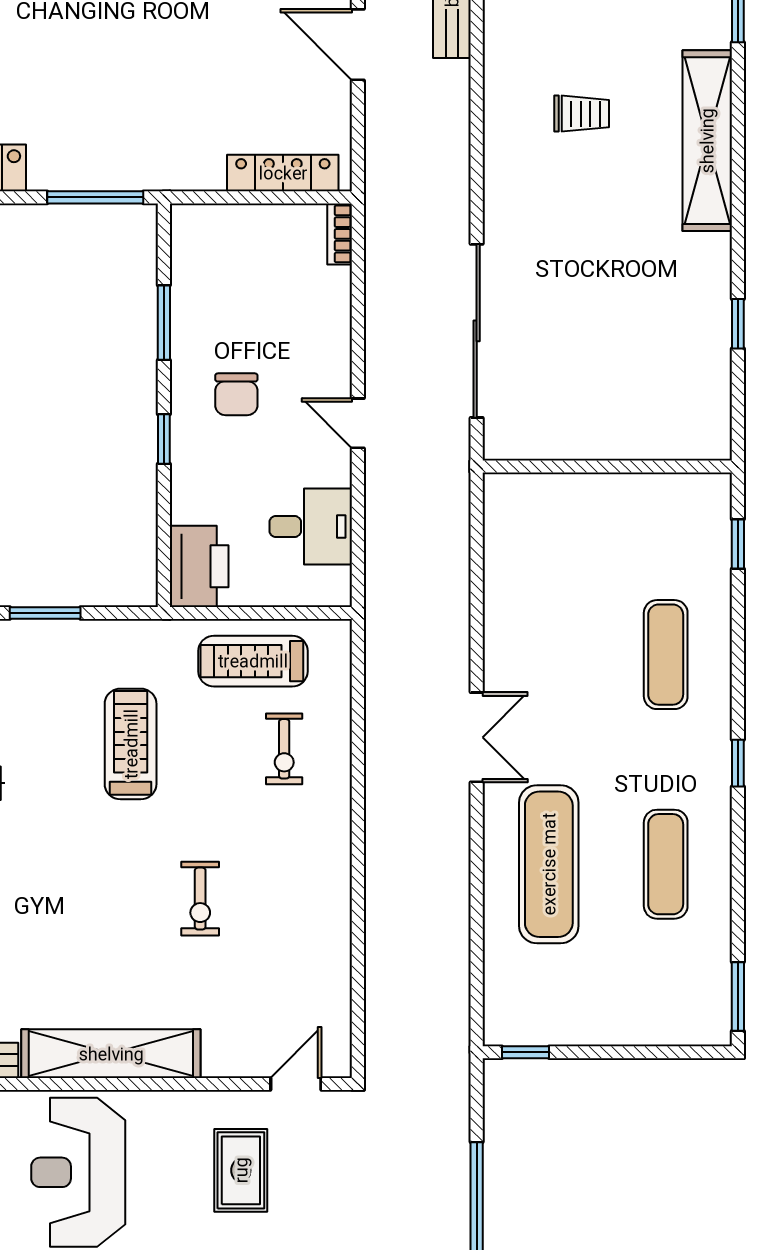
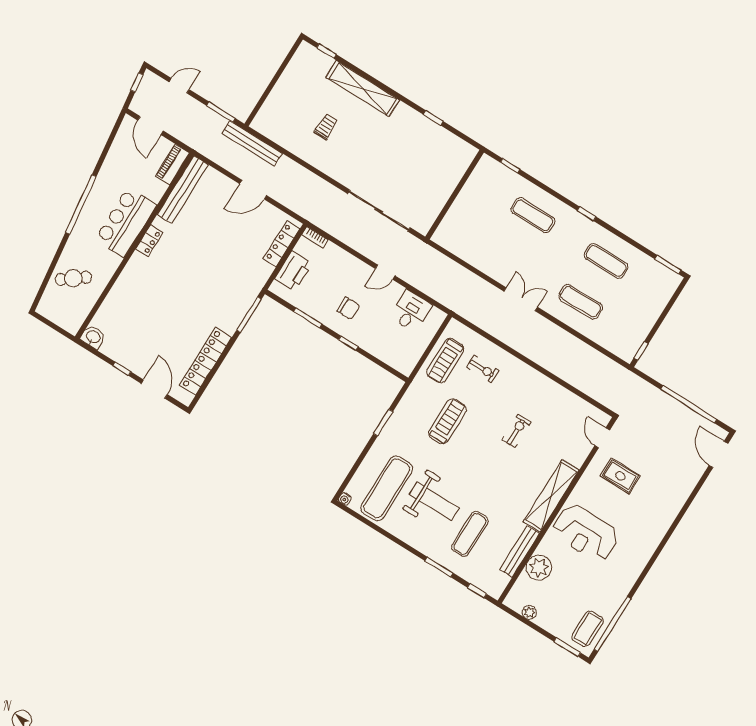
printer: (199, 566) -> (293, 271), moved, turned 90
treadmill: (131, 744) -> (447, 421), turned 90
exercise mat: (549, 864) -> (581, 302), width x0.73, depth x0.69
exercise bike: (200, 899) -> (517, 431), turned -90

